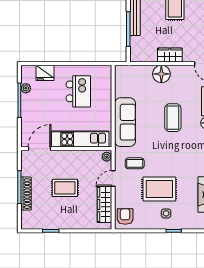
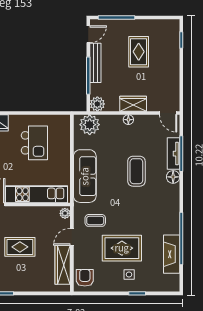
plant: (137, 55) -> (97, 104), added
floor lamp: (161, 74) -> (128, 120), width x0.53, depth x0.53
plant: (129, 75) -> (90, 125), added

